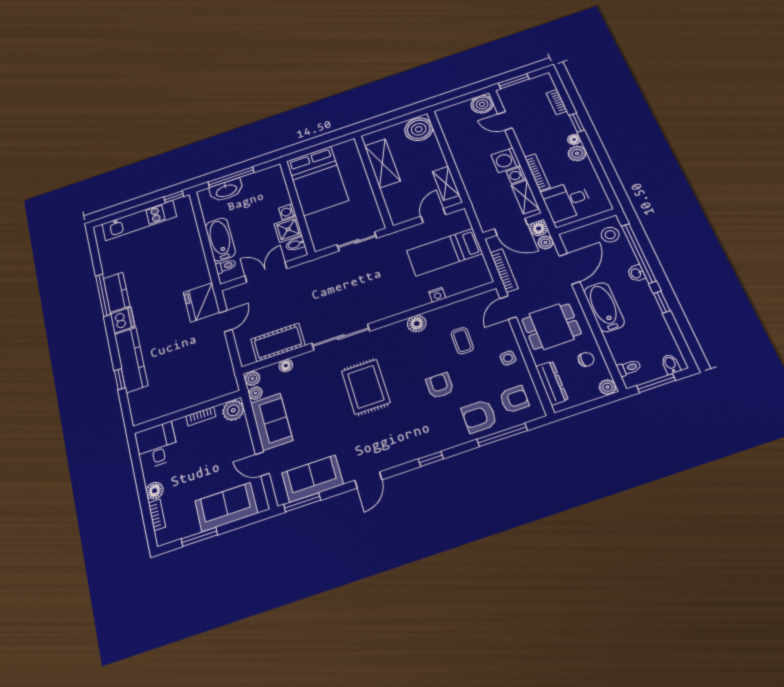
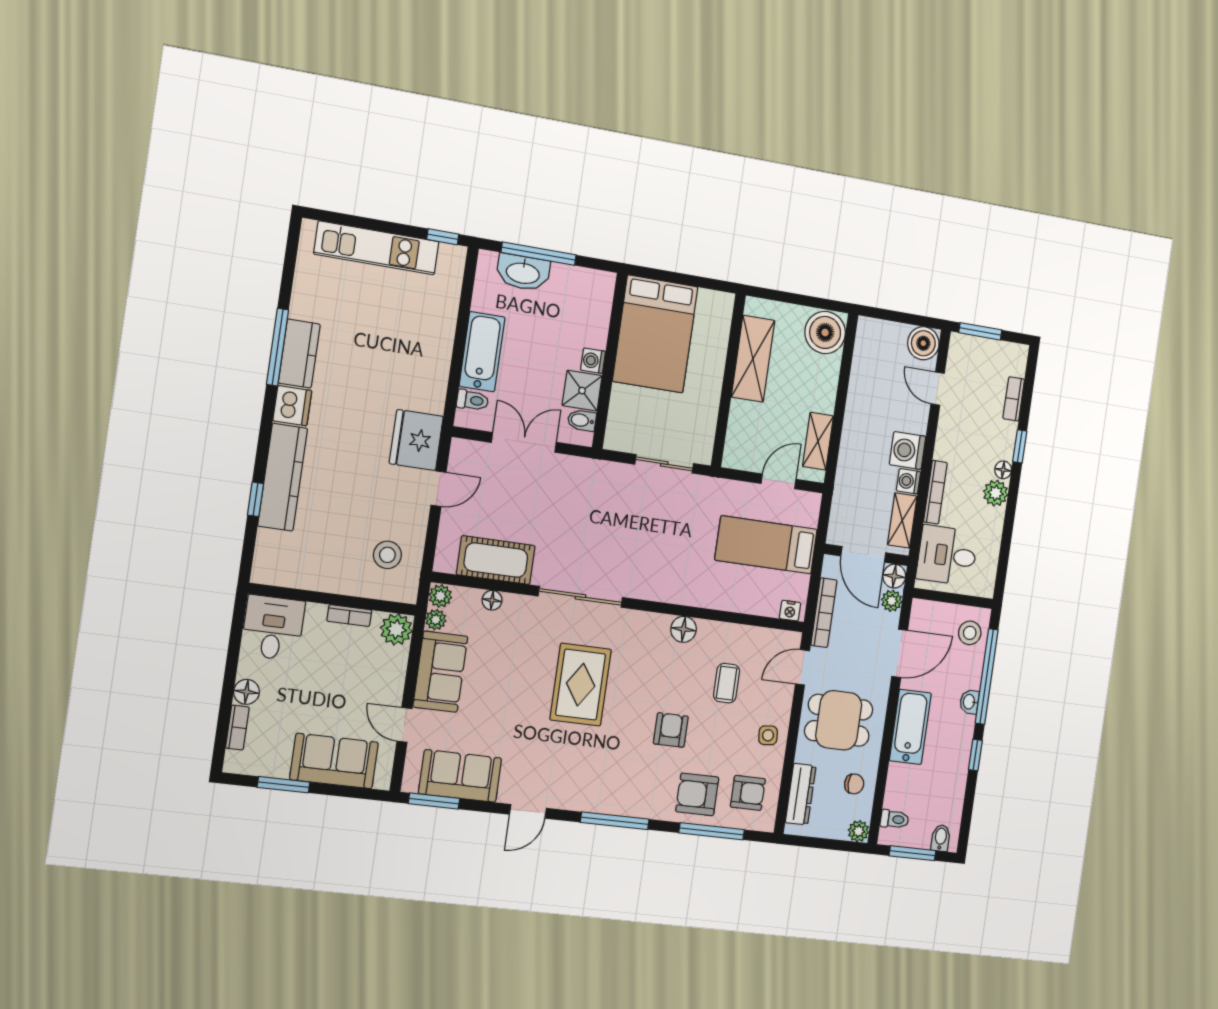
nightstand: (437, 295) -> (790, 611), moved
stool: (210, 371) -> (387, 555), added
window: (431, 459) -> (615, 821), width x2.17

